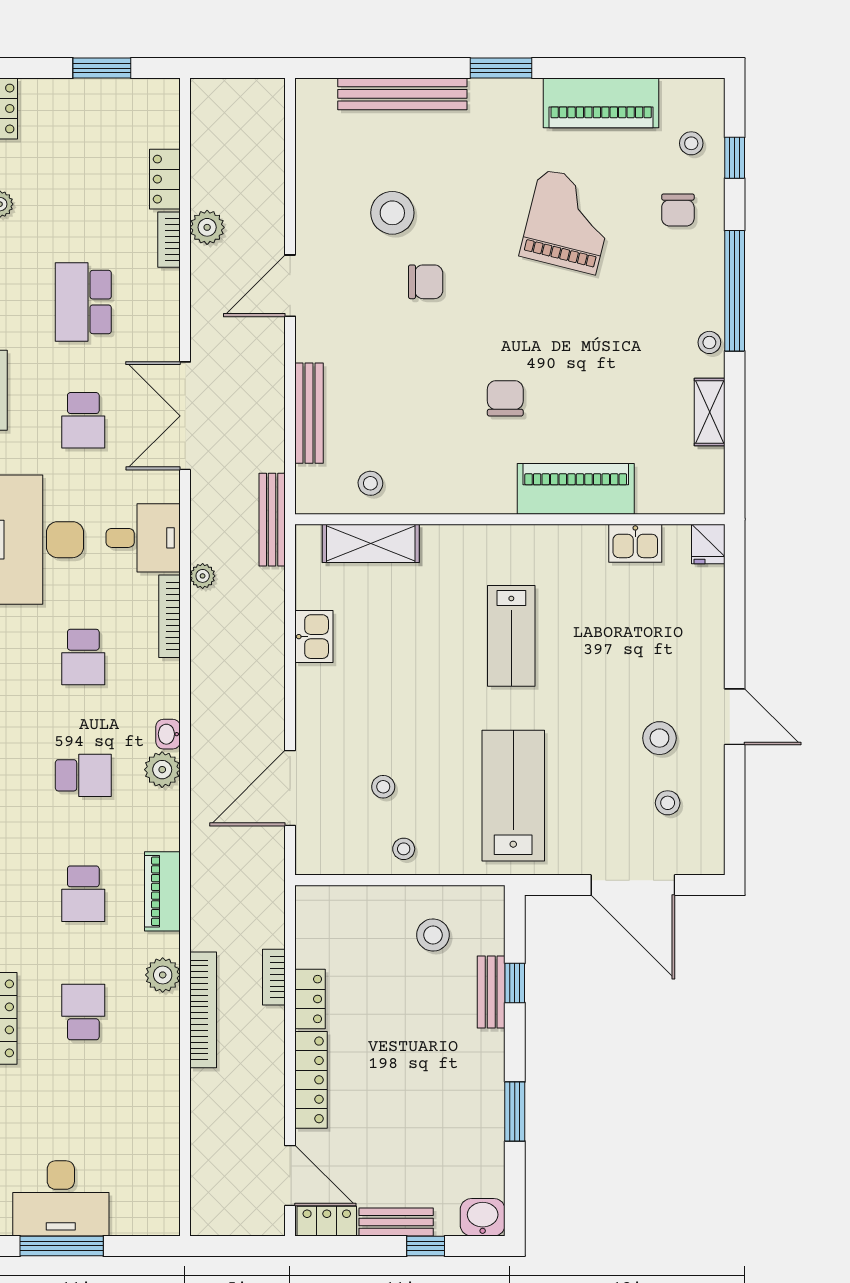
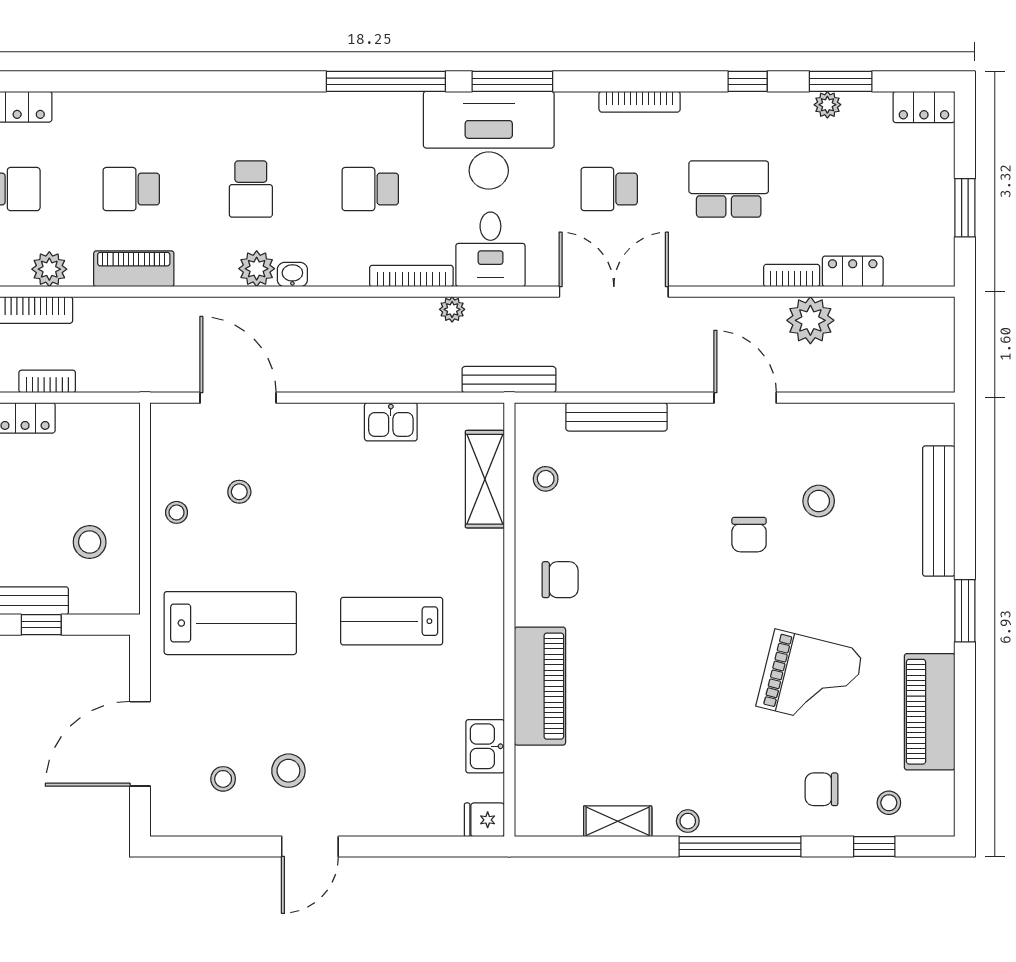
stool: (392, 213) -> (819, 501), width x0.73, depth x0.73
plant: (207, 227) -> (810, 320), width x1.36, depth x1.36
chair: (505, 398) -> (560, 580), moved

